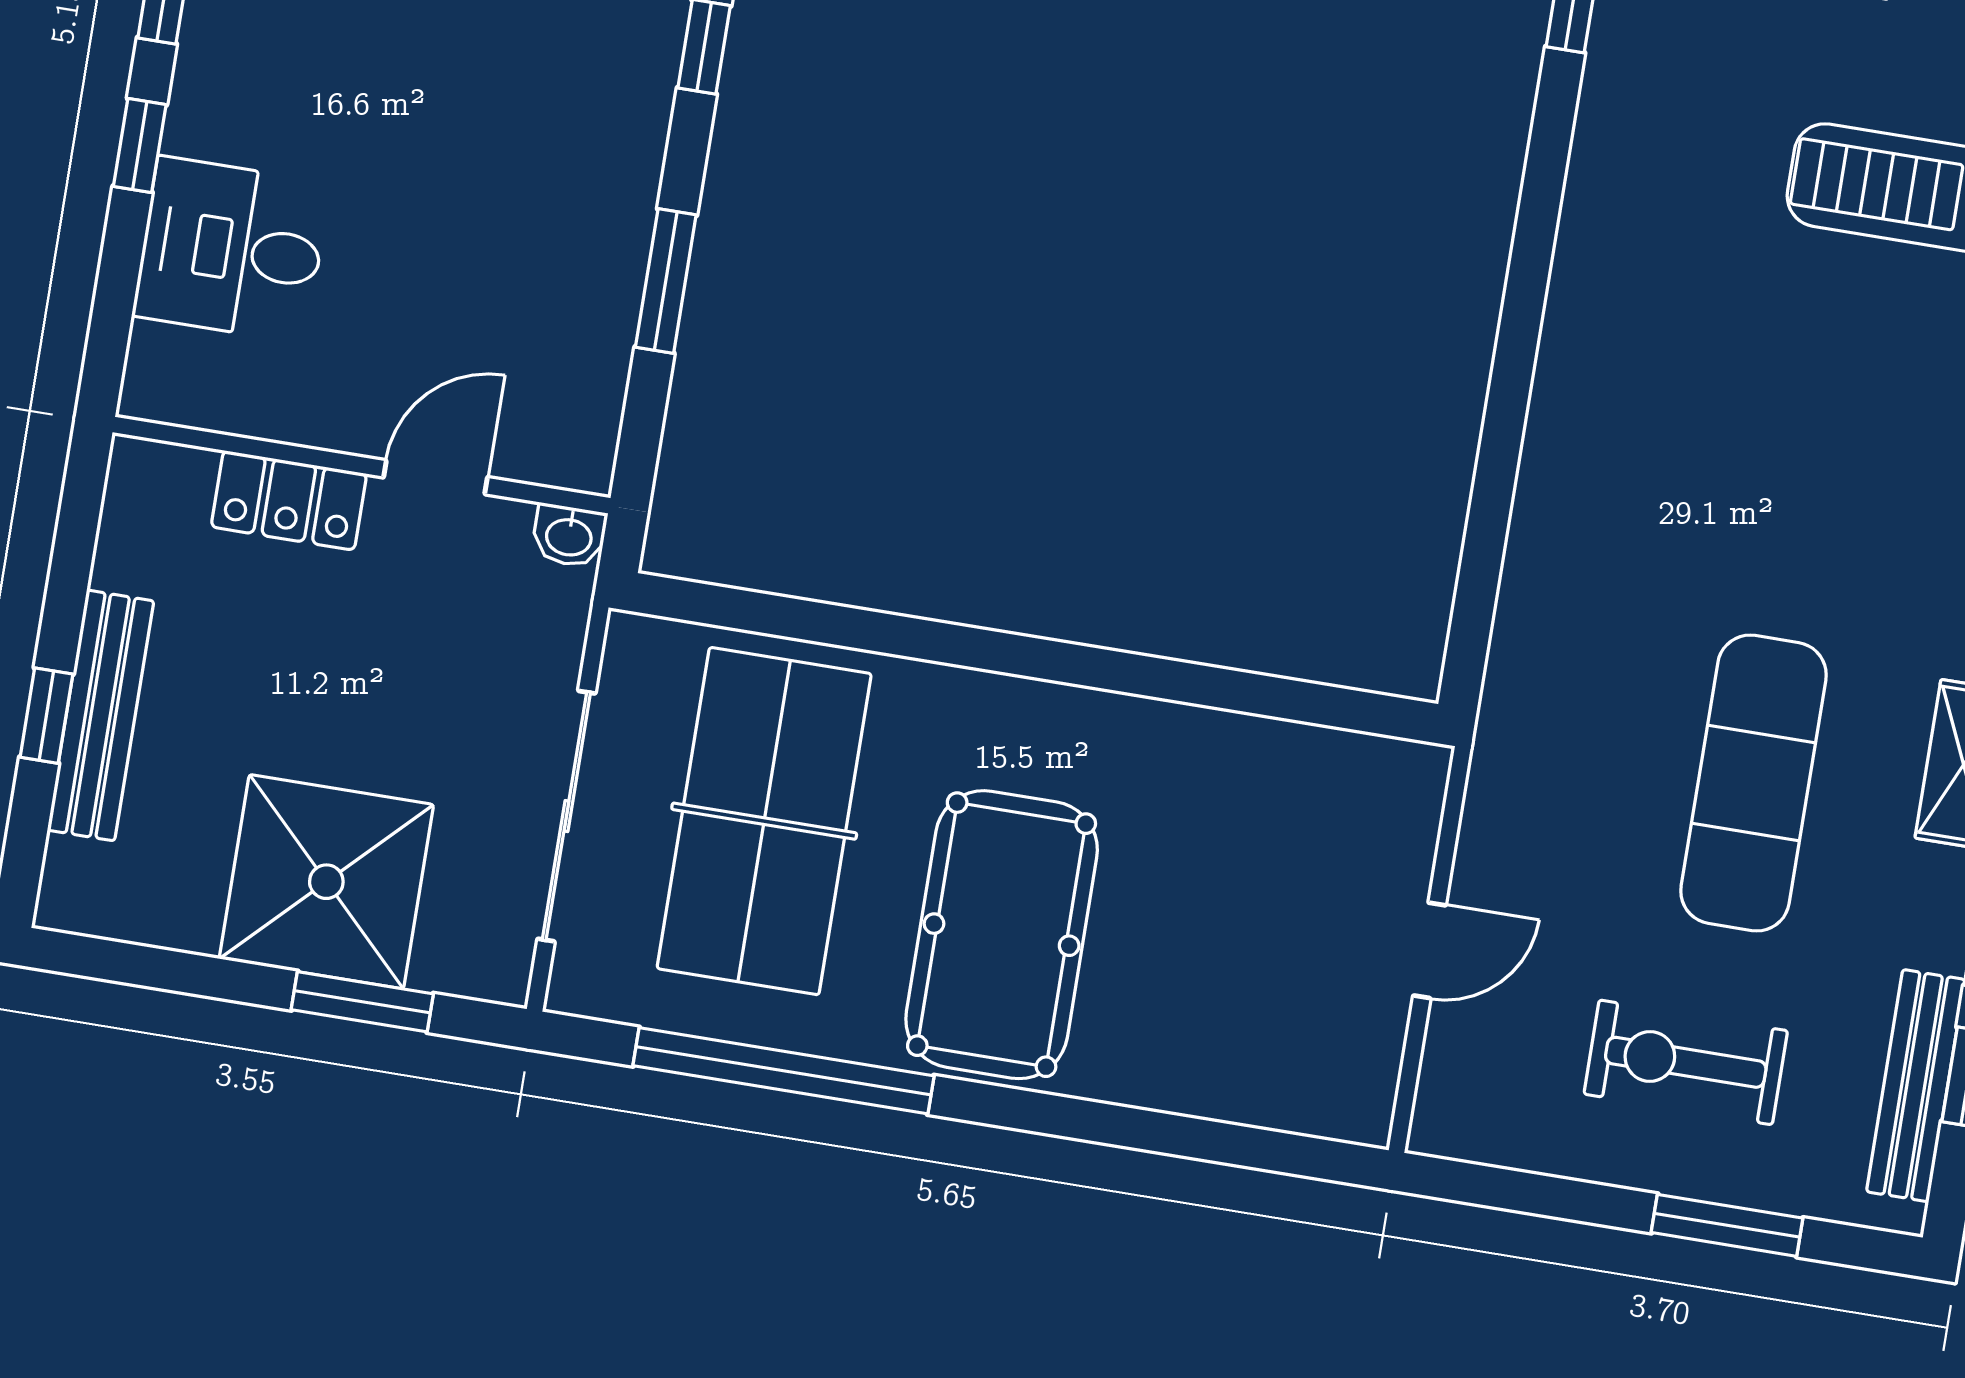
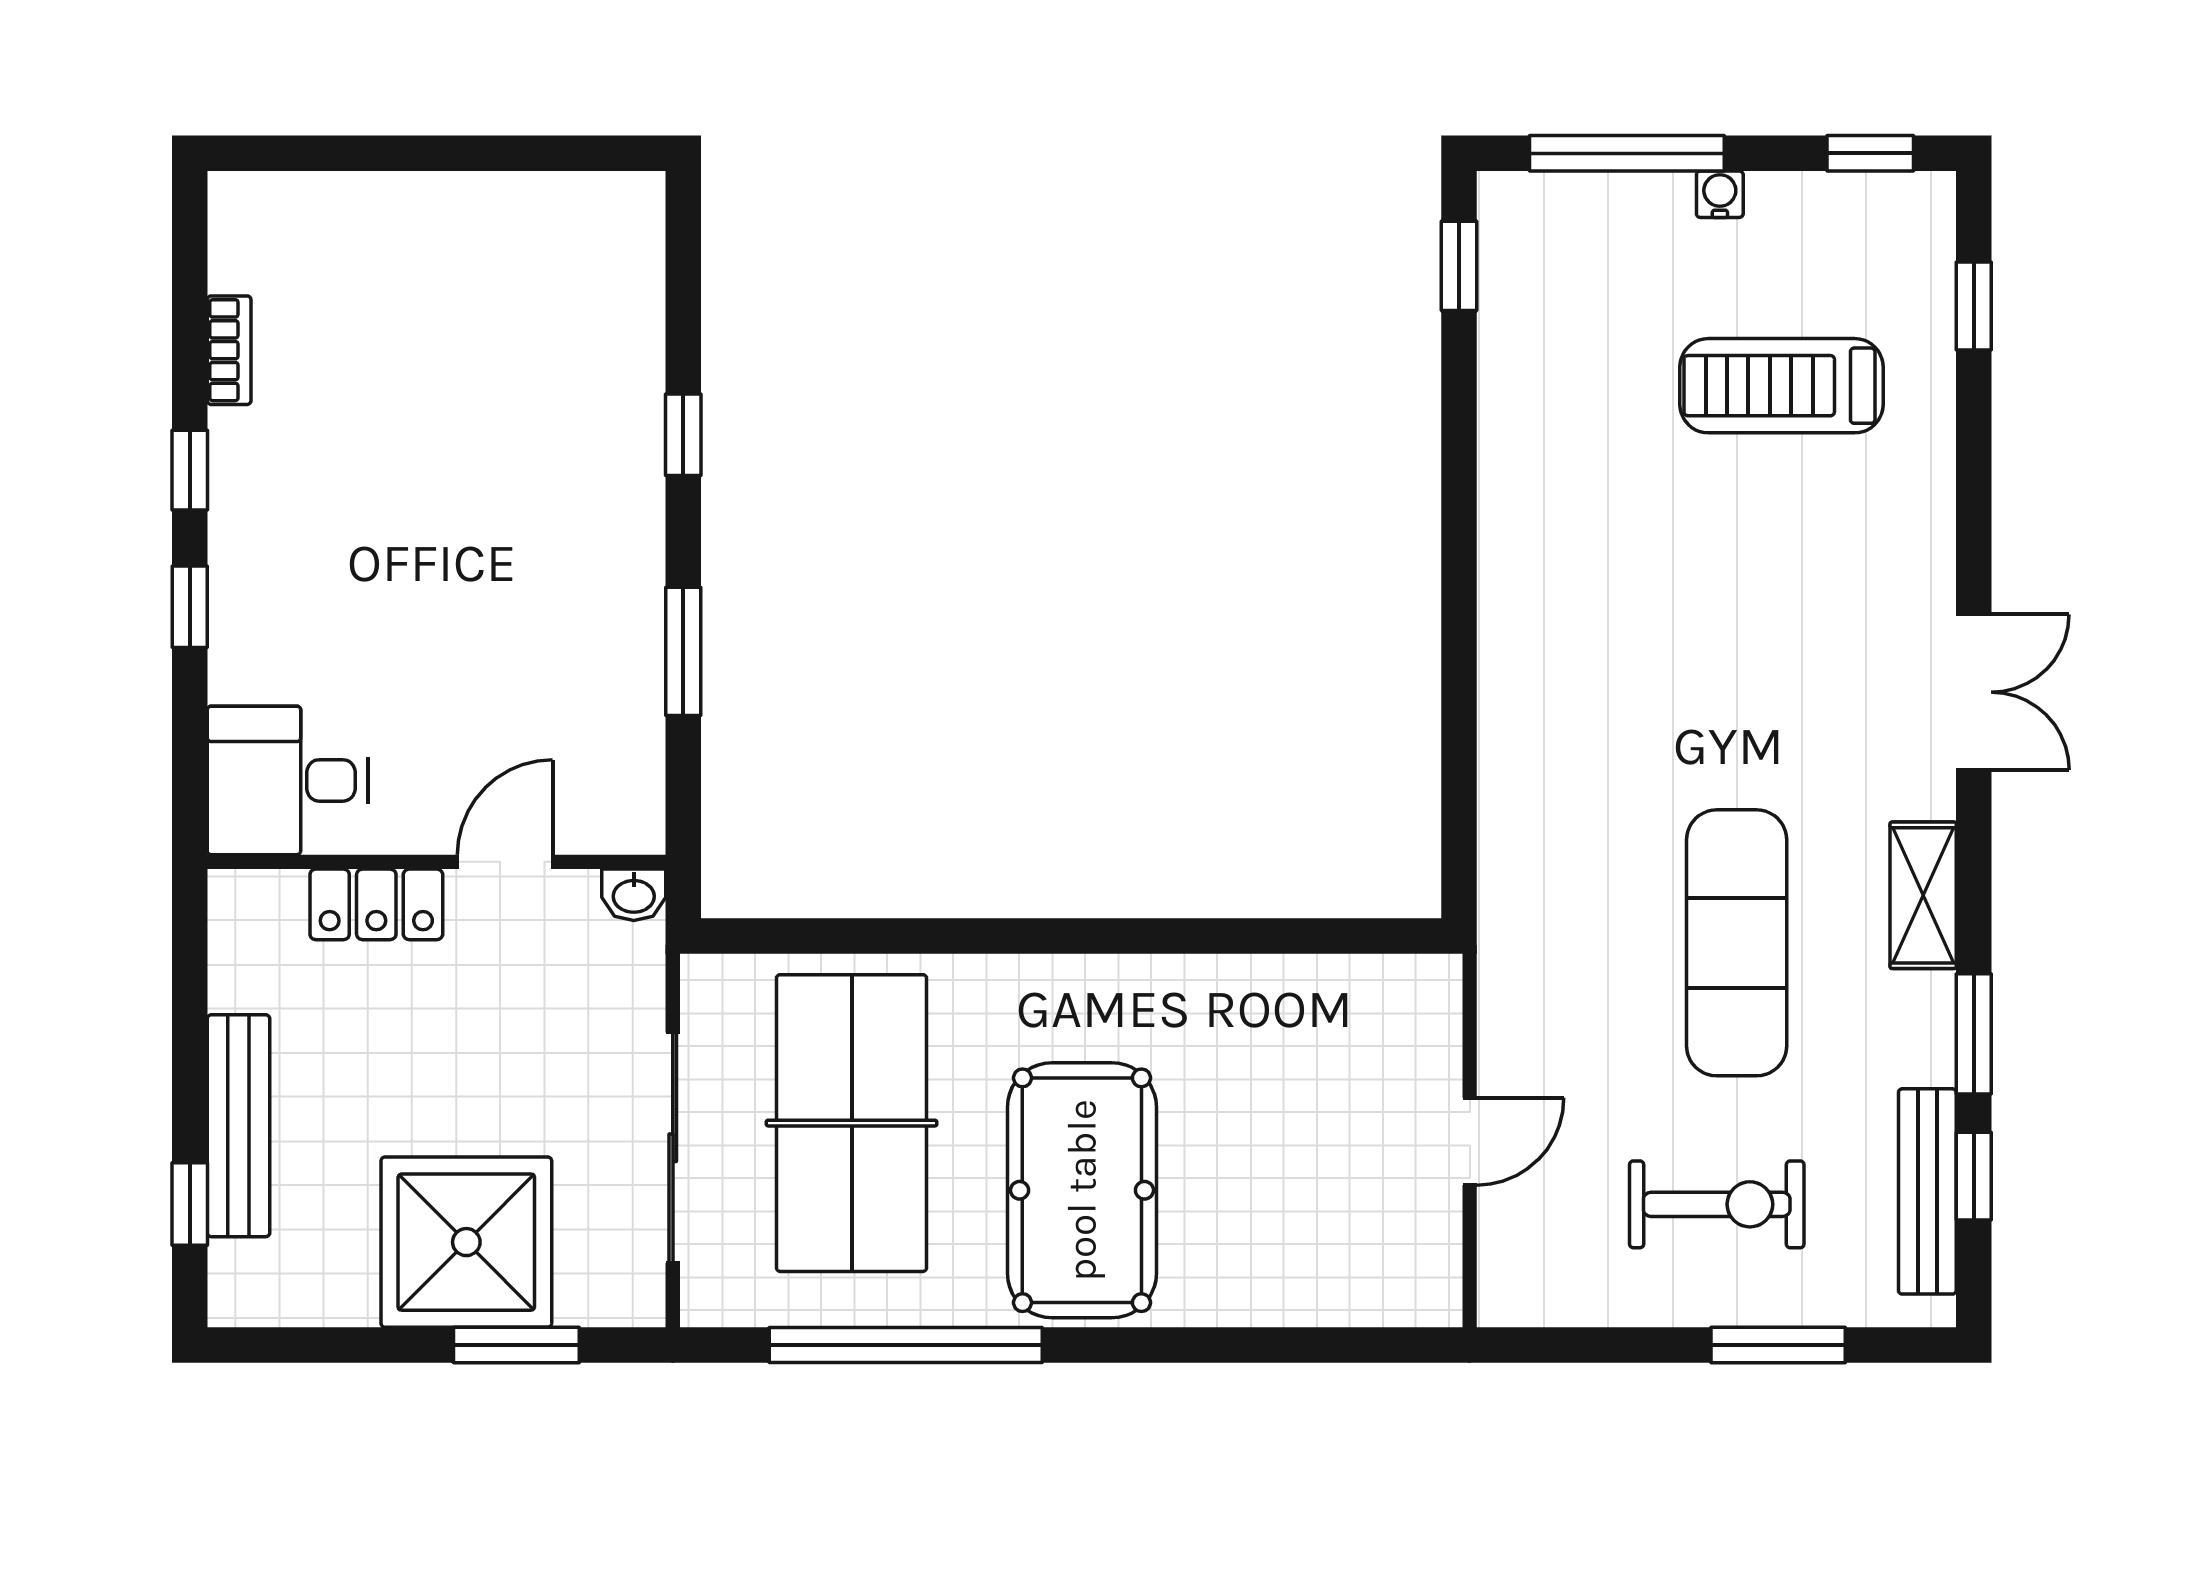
desk: (231, 250) -> (288, 780), moved
window: (46, 716) -> (190, 1204), moved
exercise bike: (1686, 1062) -> (1717, 1204), turned 180

